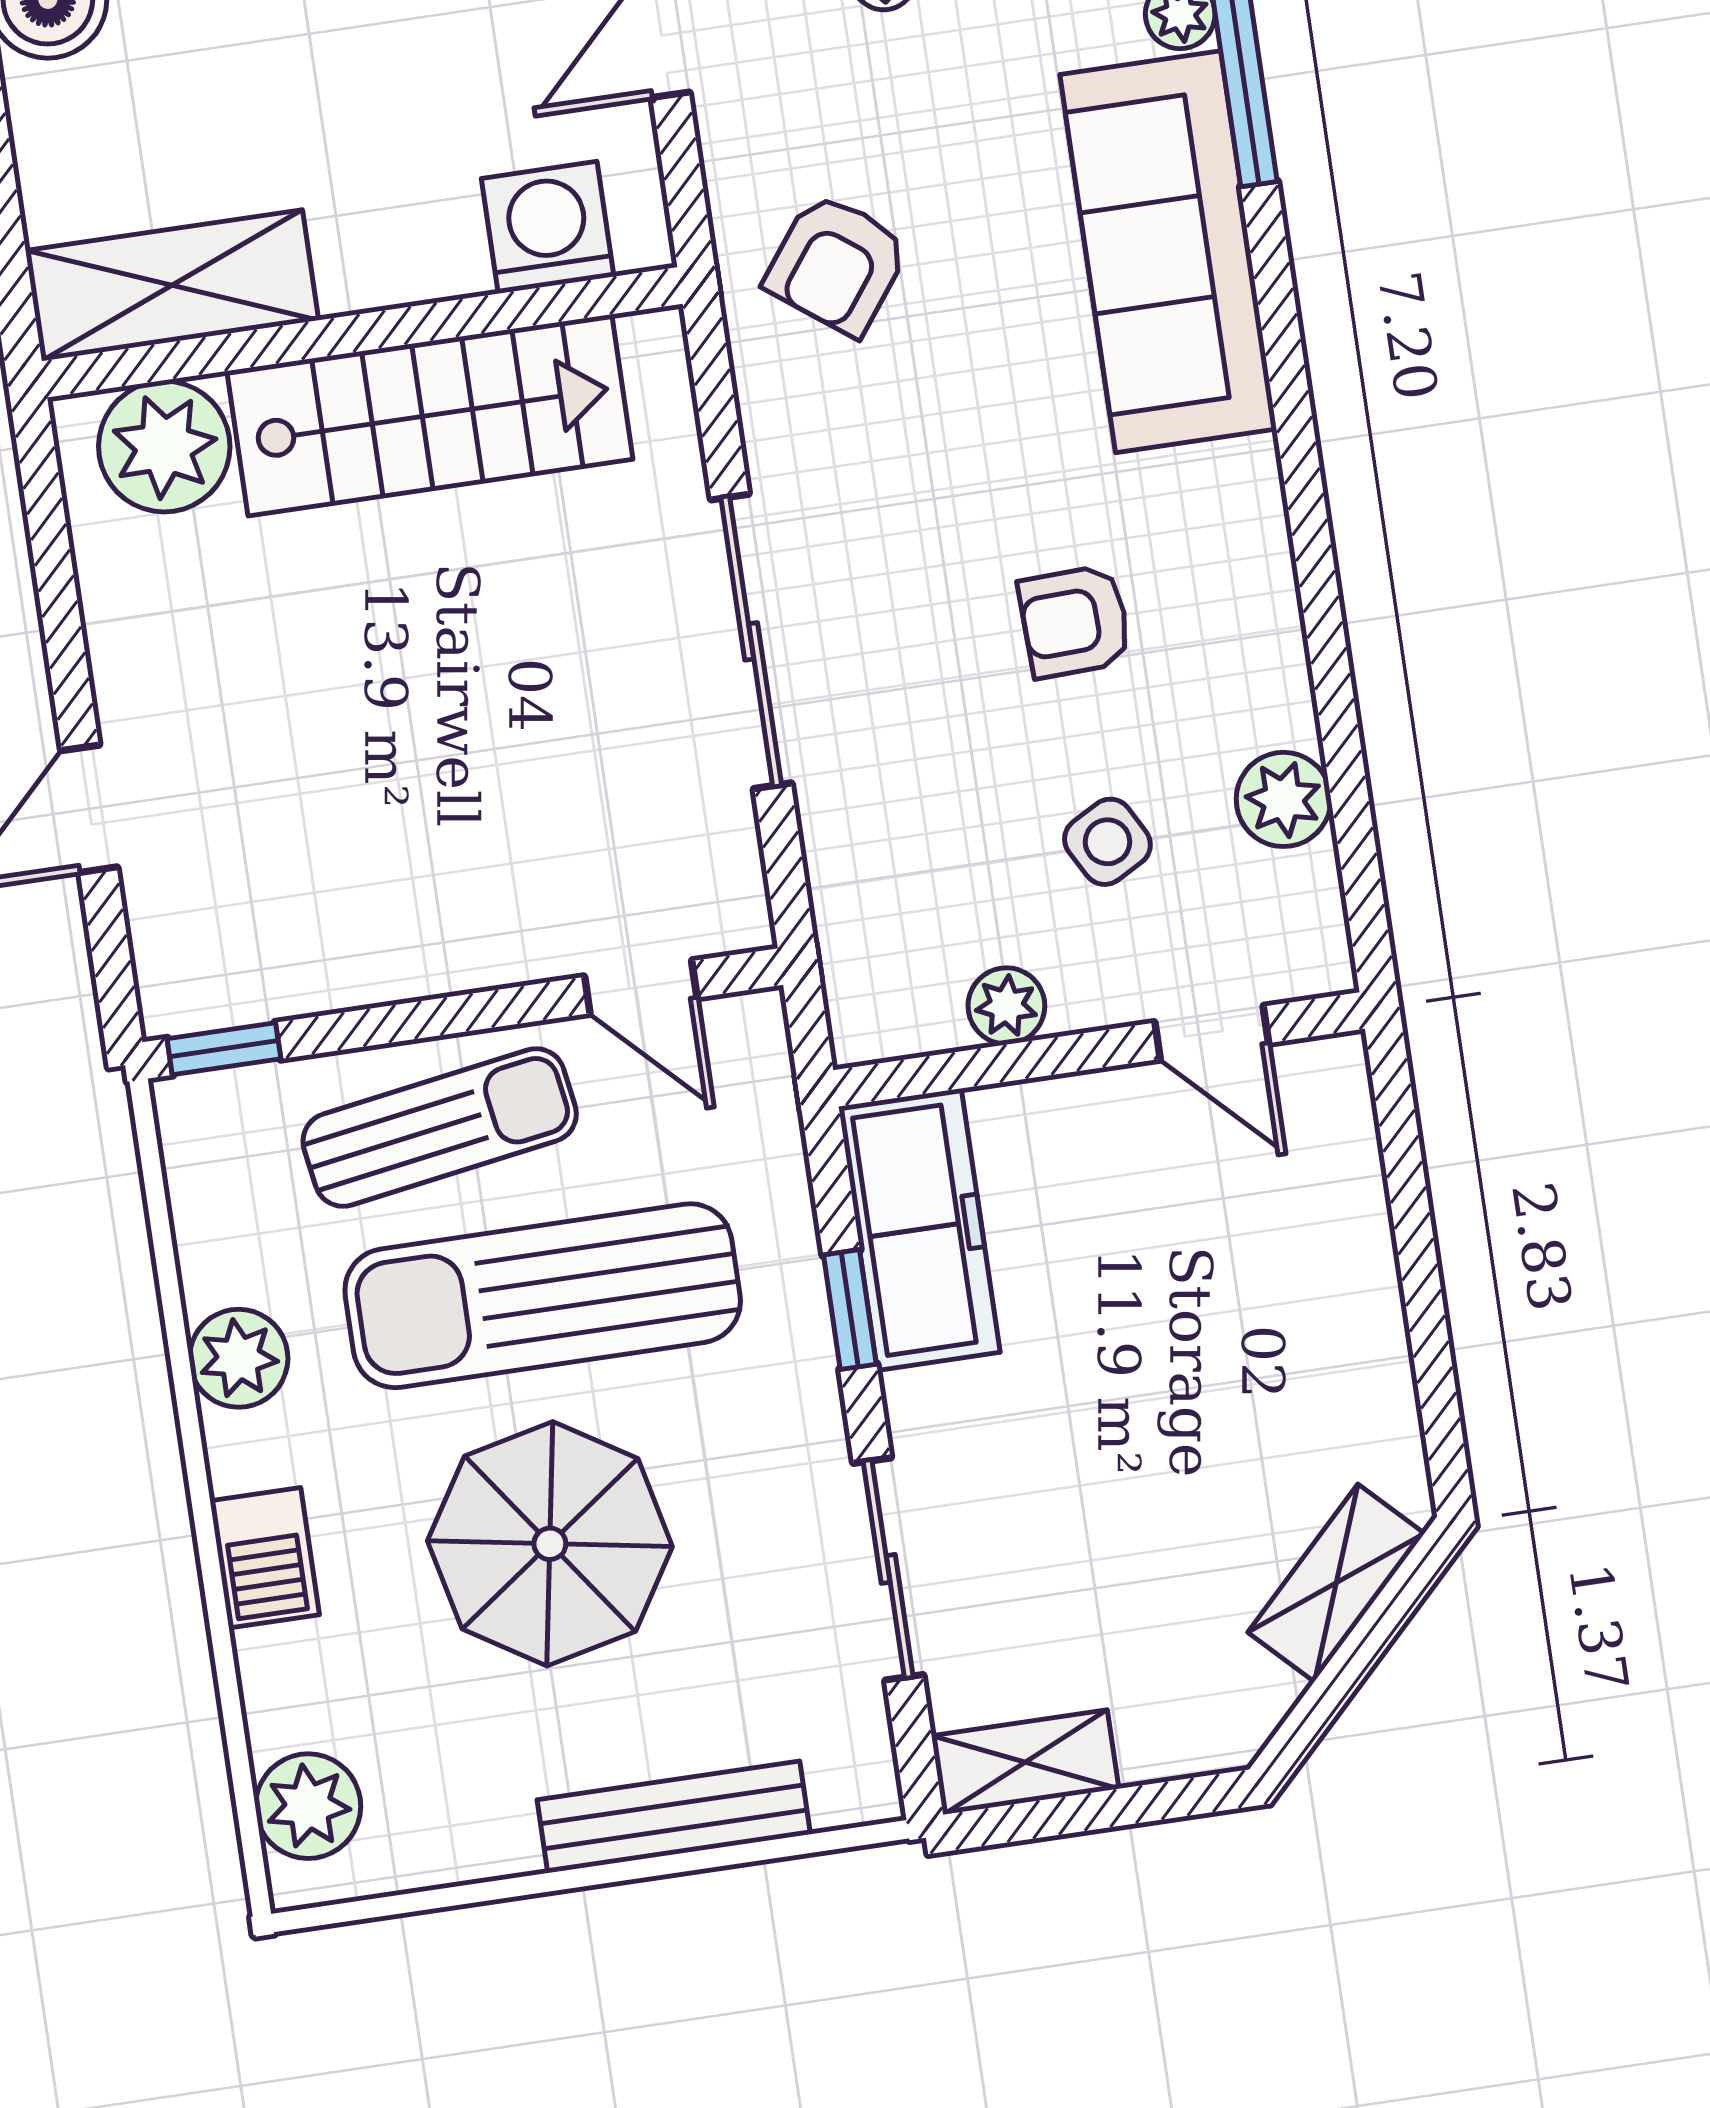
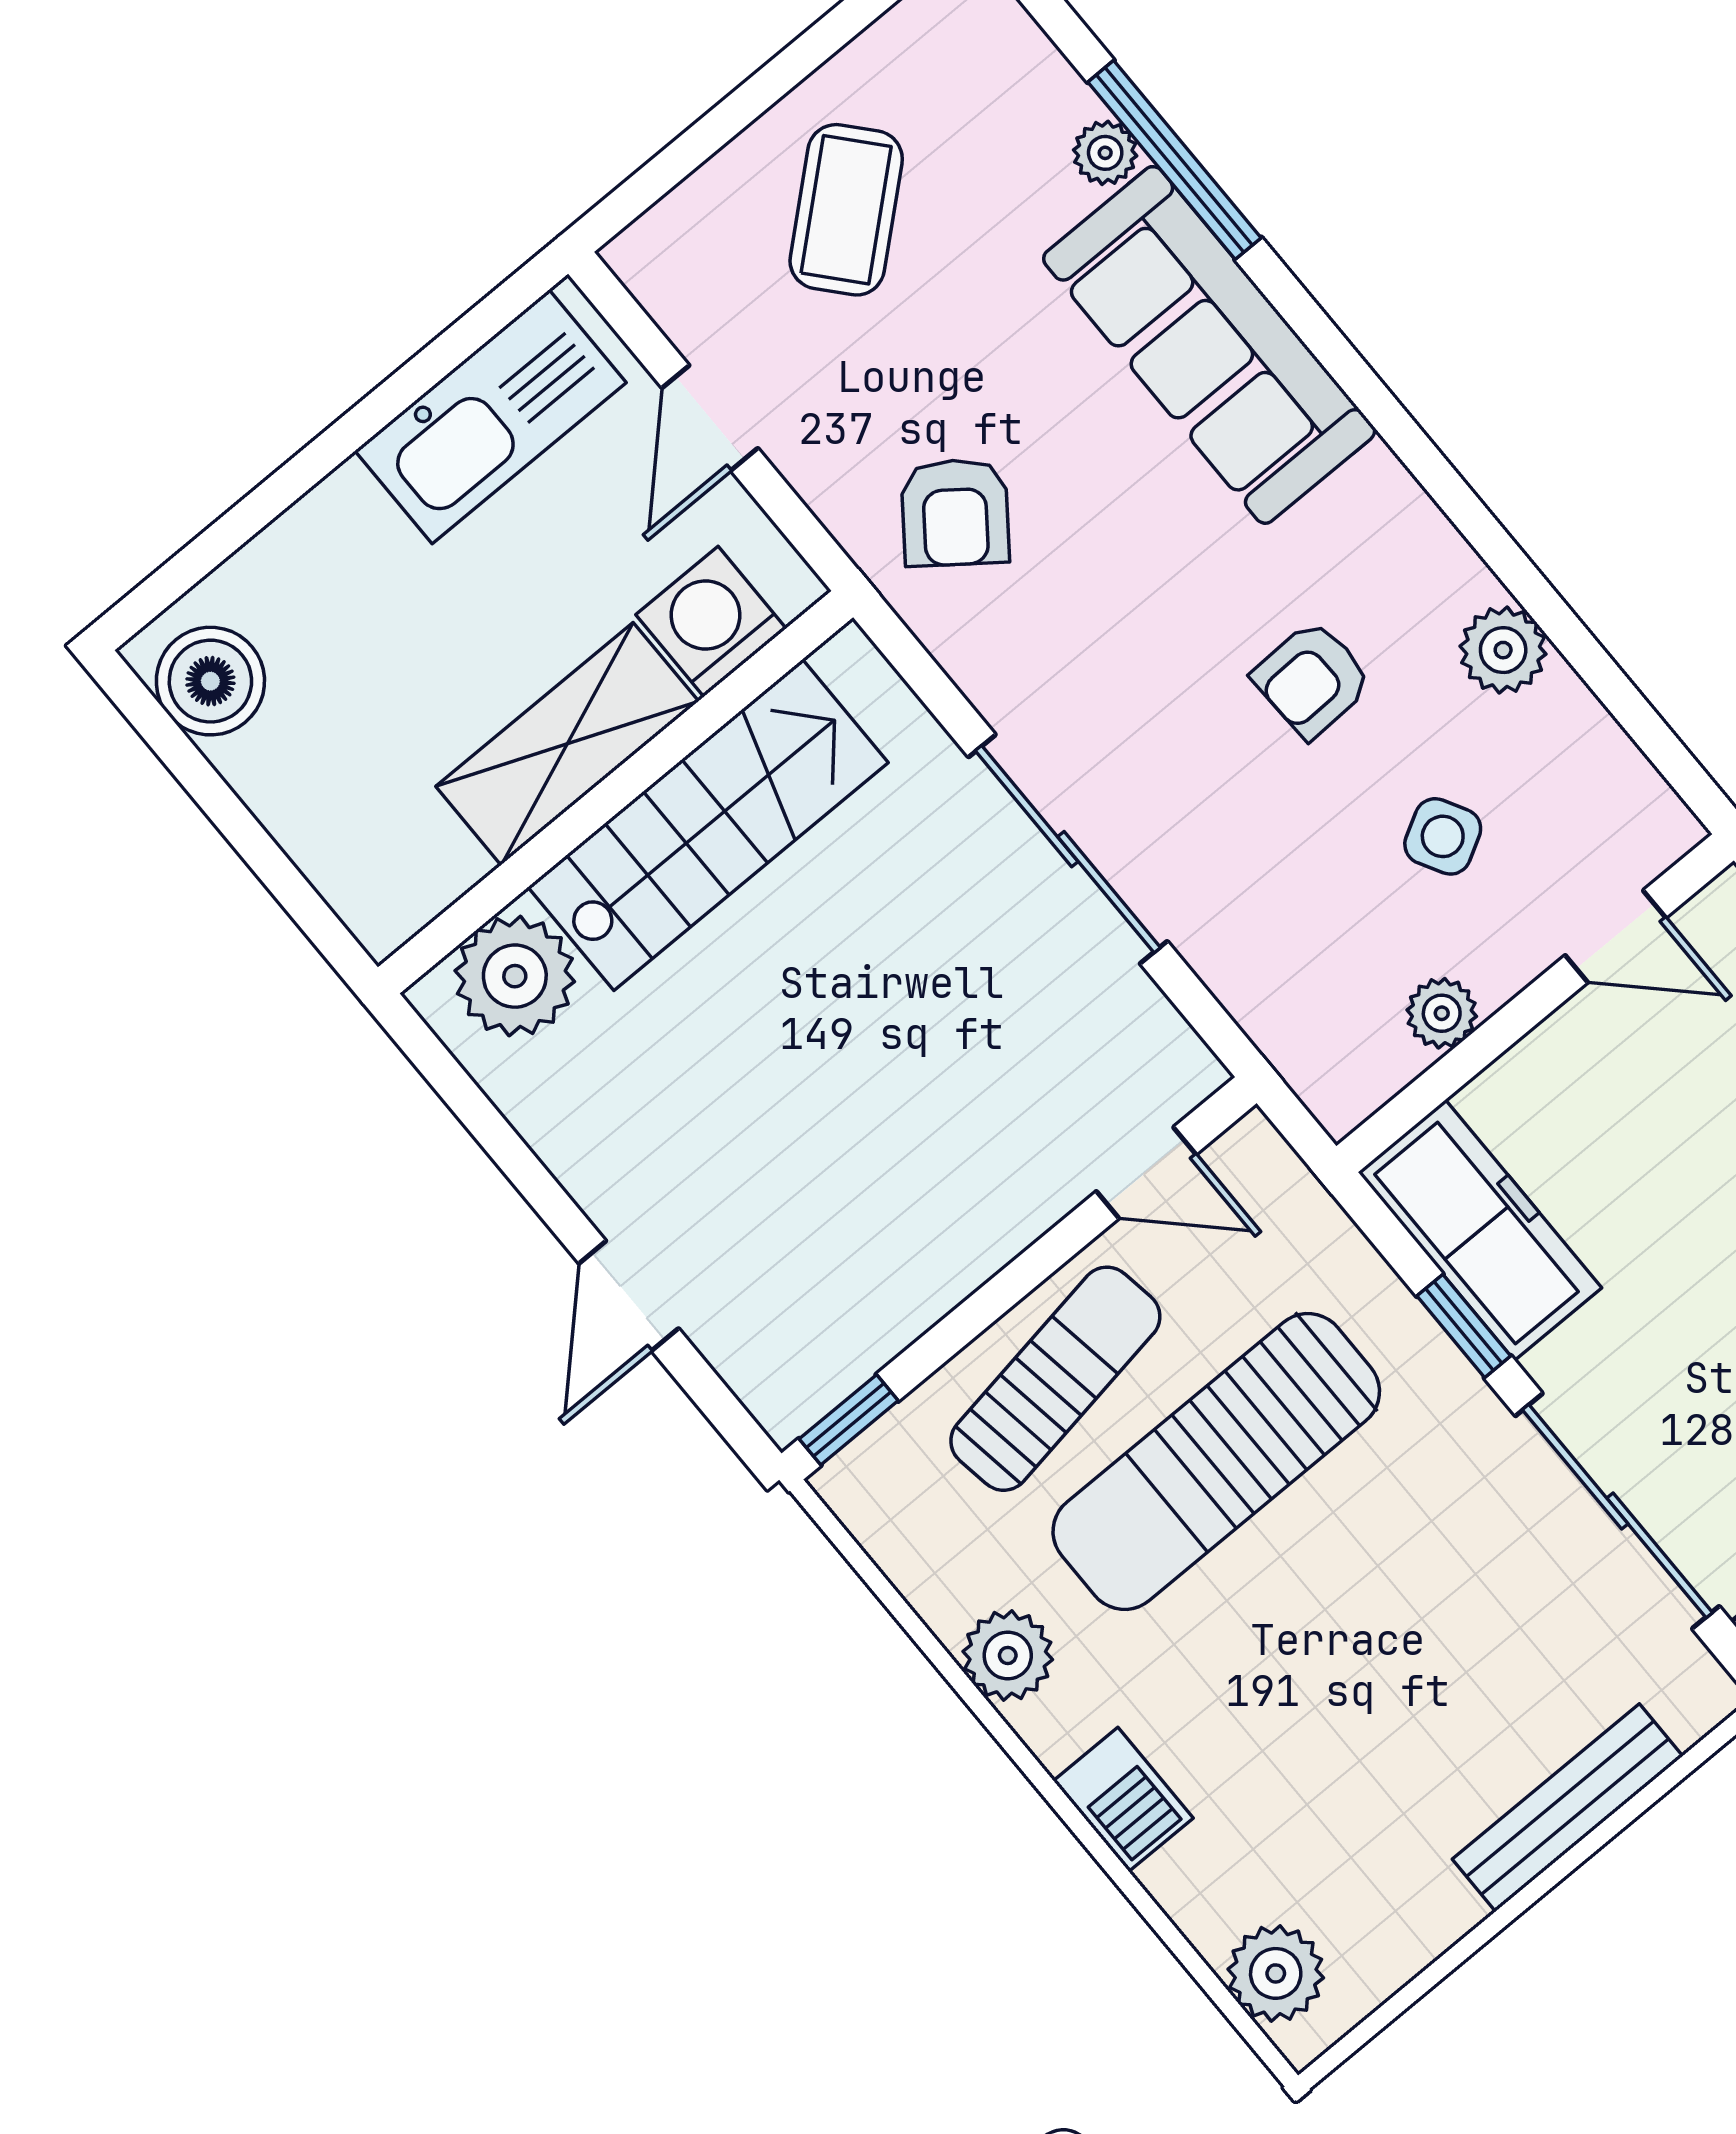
shelving: (172, 285) -> (567, 744), moved
plant: (1284, 799) -> (1503, 650), moved
parasol: (550, 1544) -> (1340, 1652), removed
sliding door: (888, 1569) -> (1617, 1511), width x1.37

